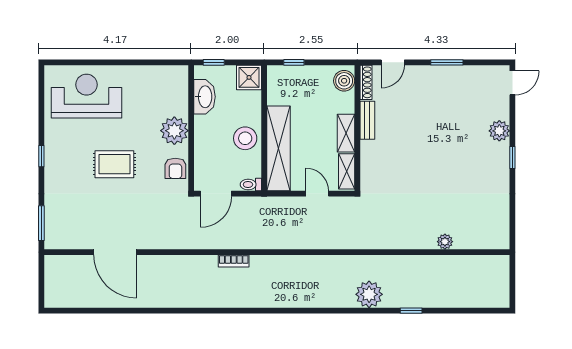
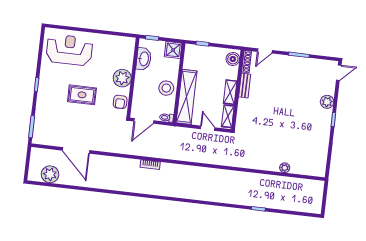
plant: (369, 294) -> (50, 174), moved

